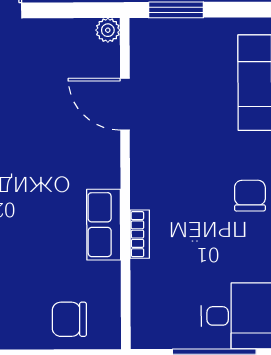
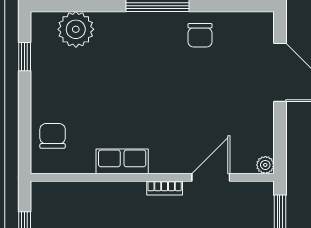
bookcase: (140, 234) -> (165, 188), moved

